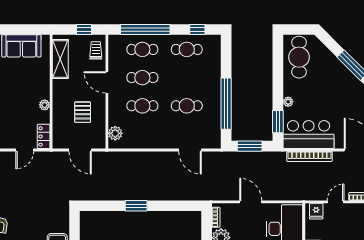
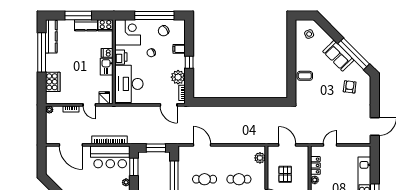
locker: (44, 136) -> (315, 165), moved
door: (251, 202) -> (169, 105), moved
door: (336, 202) -> (89, 105), hinge flipped
window: (136, 206) -> (244, 102), removed

